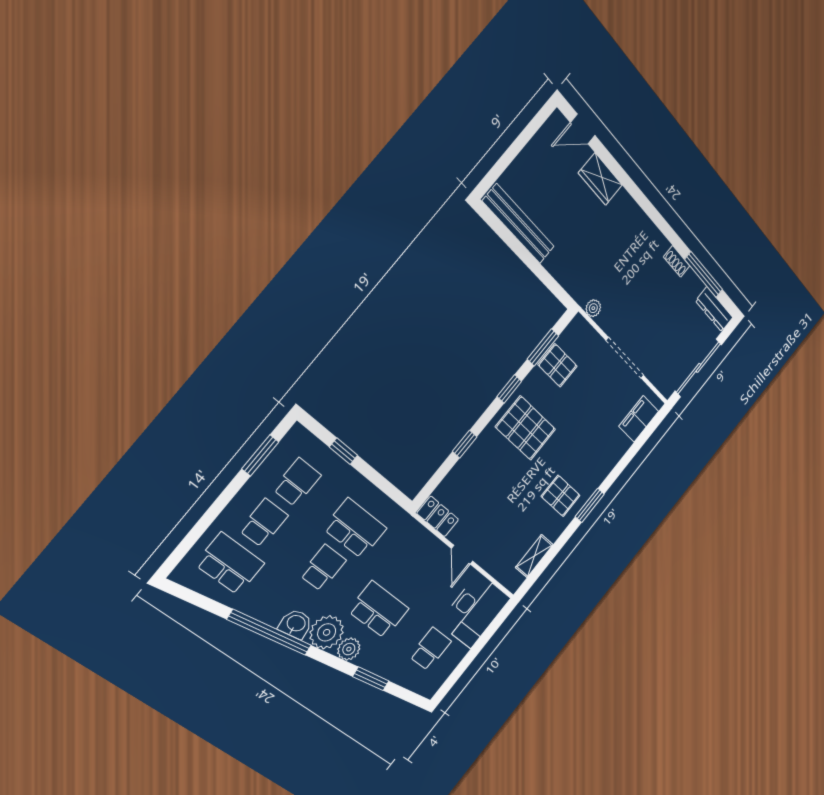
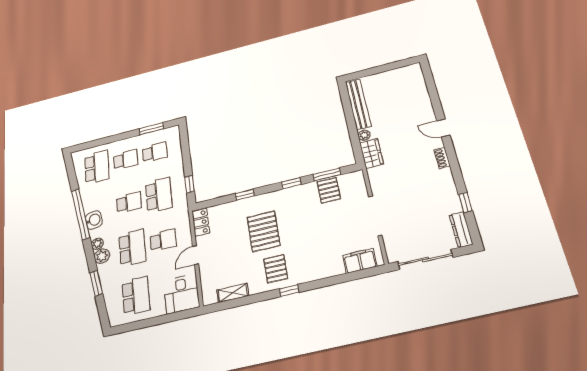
door: (583, 129) -> (443, 128), moved
wardrobe: (600, 179) -> (372, 153), moved, turned 180
shoe rack: (677, 261) -> (442, 158), moved
window: (704, 275) -> (465, 202), width x0.46
plant: (593, 308) -> (364, 135), moved
pallet: (526, 428) -> (263, 231), moved
window: (343, 451) -> (190, 184), moved
window: (590, 505) -> (289, 291), width x0.67
school desk: (409, 571) -> (163, 240), added
desk: (475, 610) -> (181, 294), width x0.73
plant: (327, 632) -> (97, 244), width x0.53, depth x0.53
school desk: (430, 649) -> (136, 296), width x1.85

